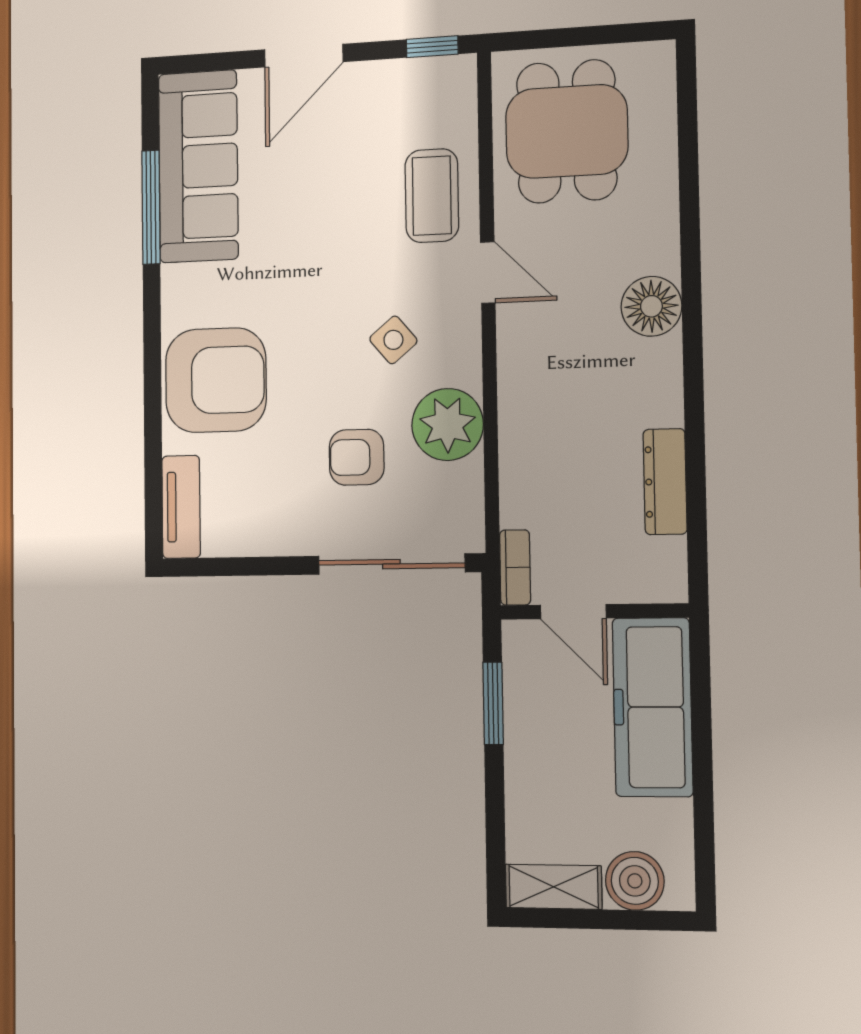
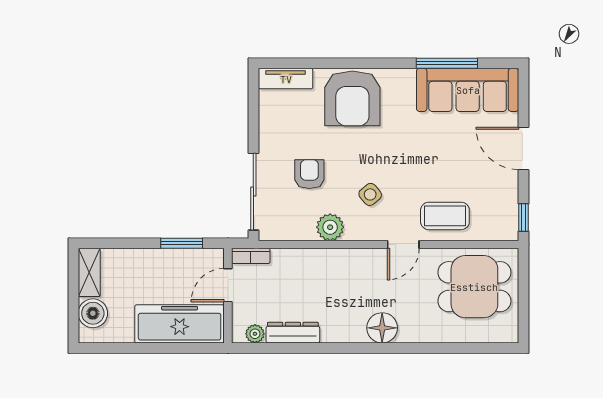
plant: (448, 424) -> (330, 227), width x0.73, depth x0.73
plant: (669, 557) -> (255, 334), added

